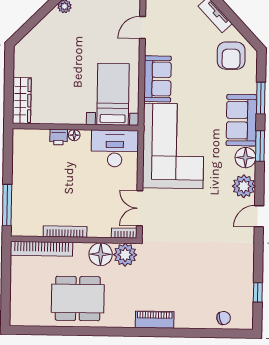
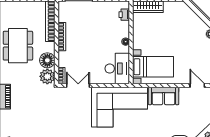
printer: (59, 137) -> (124, 15), moved

